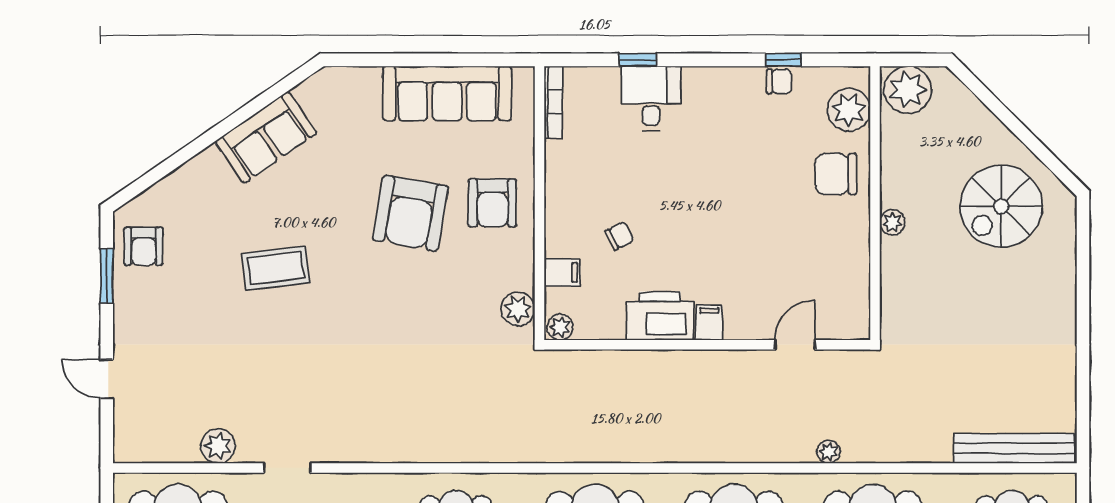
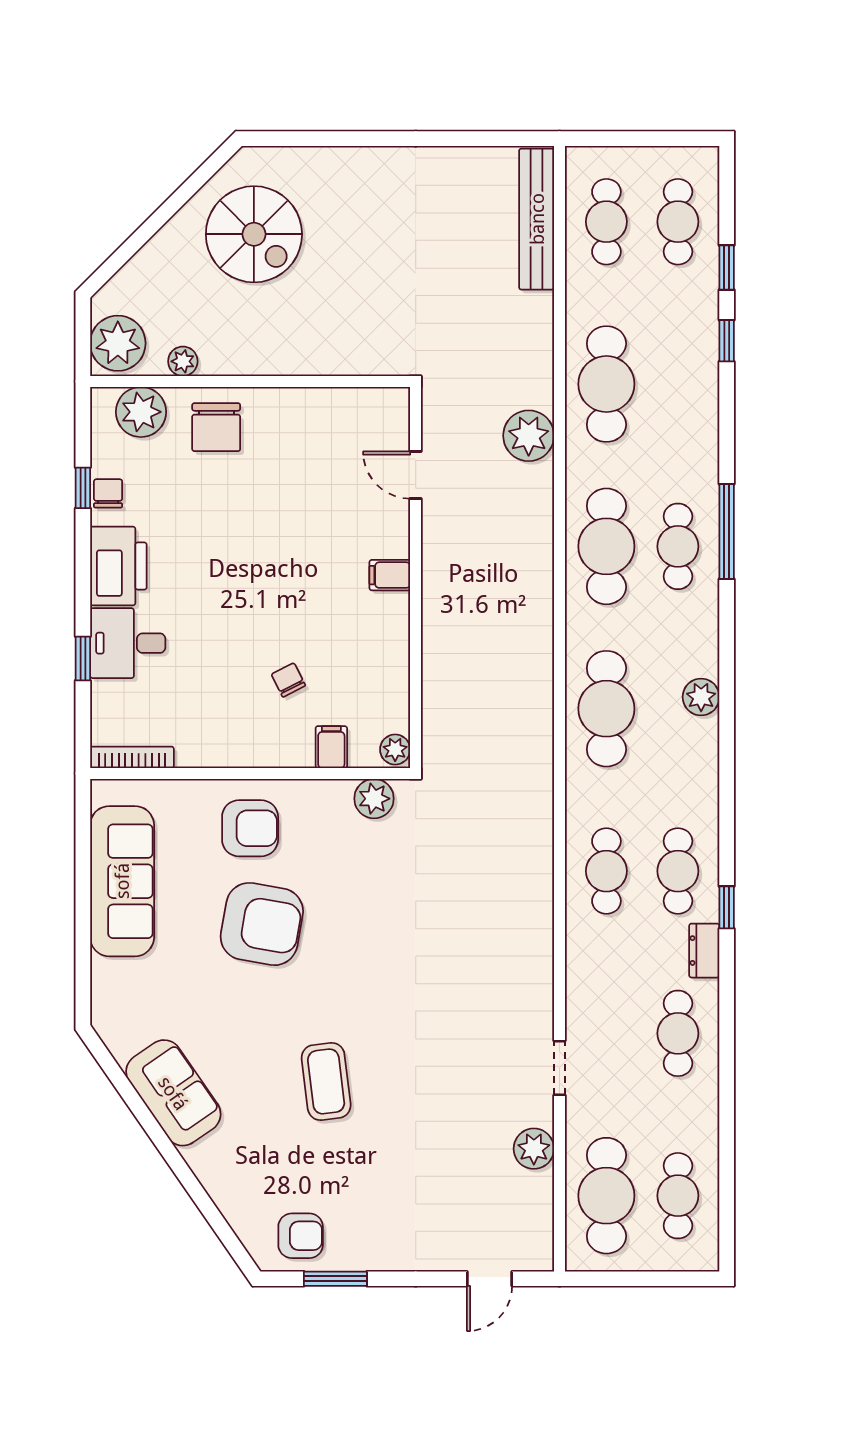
plant: (892, 222) -> (183, 361), moved
printer: (660, 316) -> (118, 566), moved, turned 180
door: (107, 379) -> (490, 1279), moved
plant: (829, 452) -> (529, 436), width x1.87, depth x1.87

